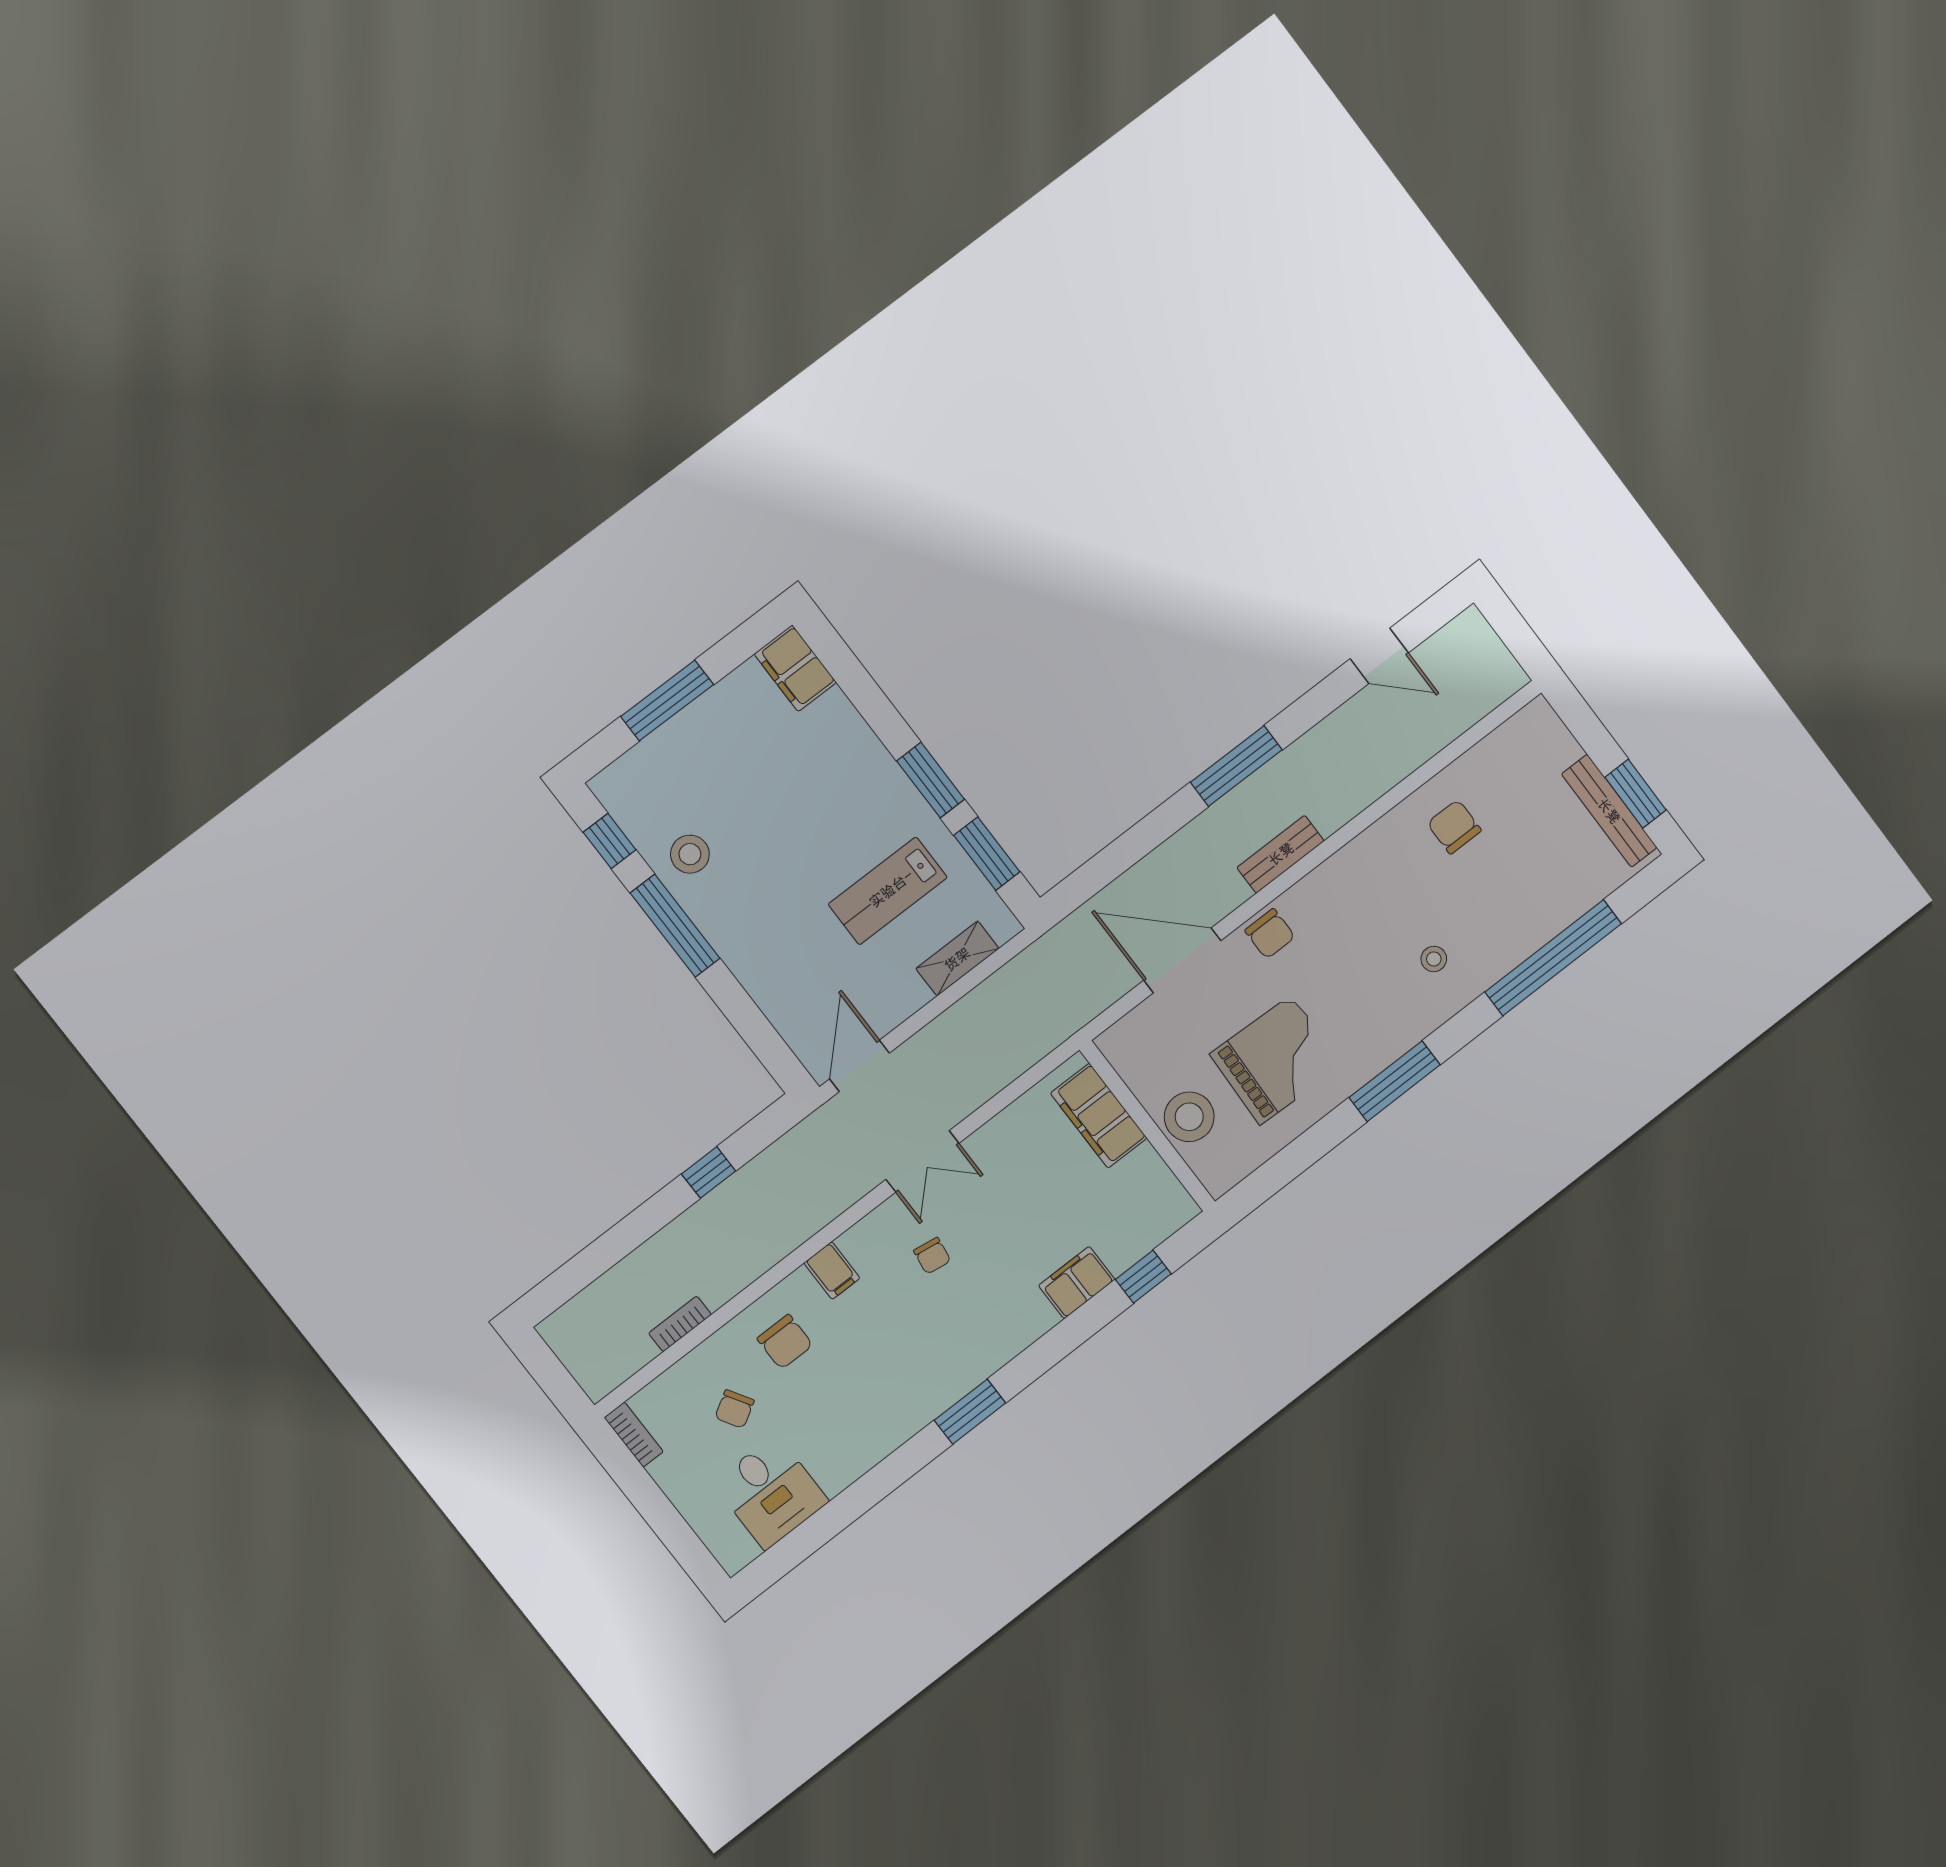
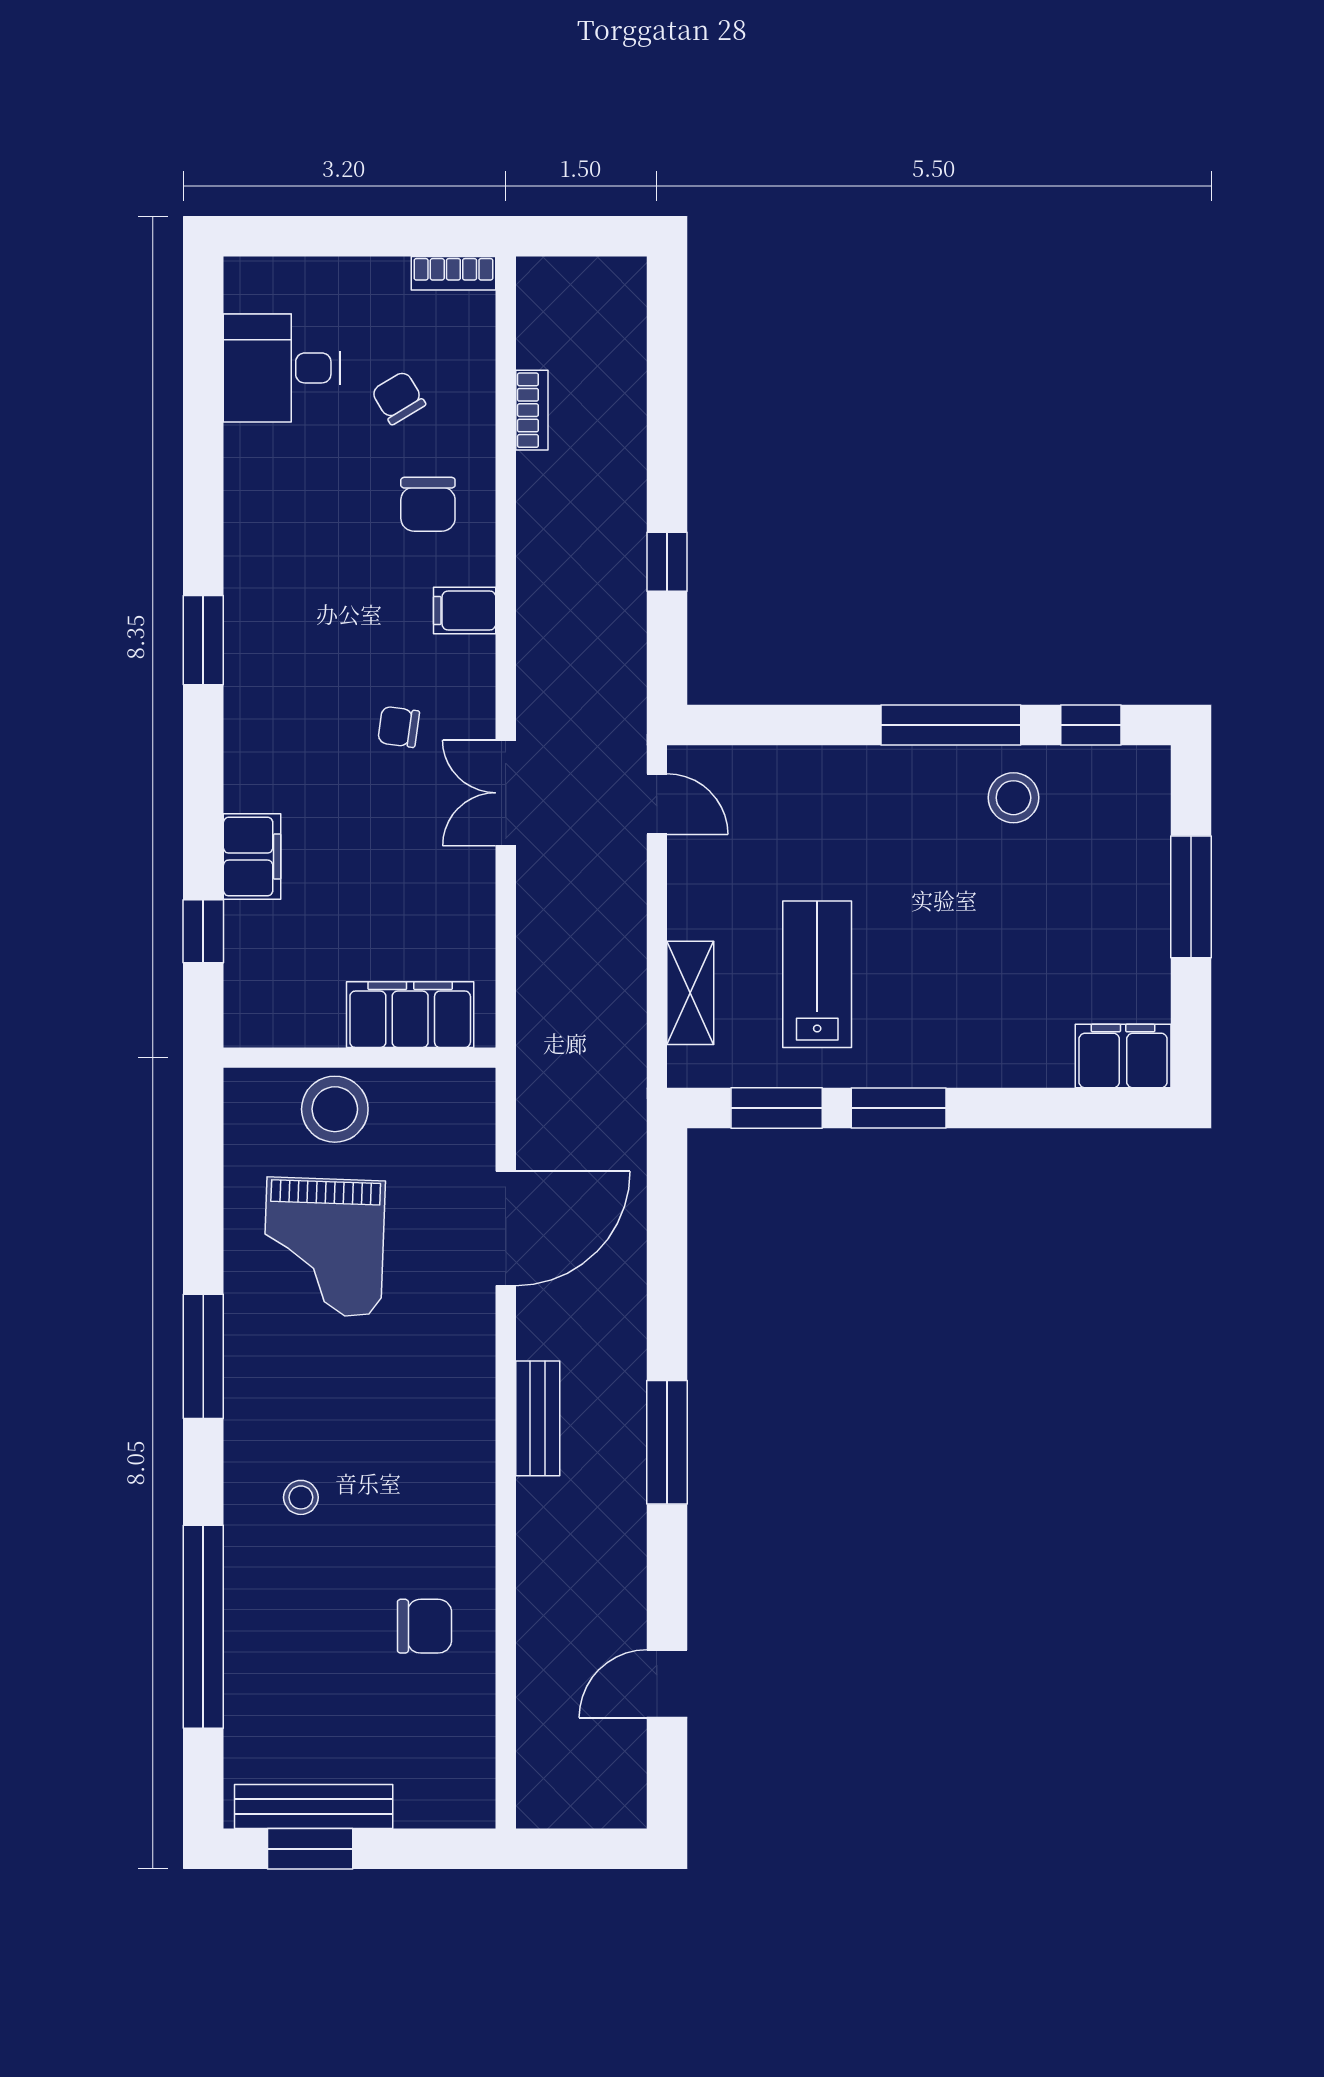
chair: (1270, 934) -> (462, 1343), removed
door: (859, 1066) -> (657, 804), width x0.73
chair: (785, 1342) -> (428, 504), turned -90

